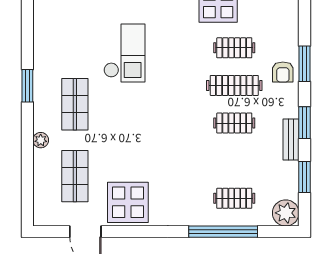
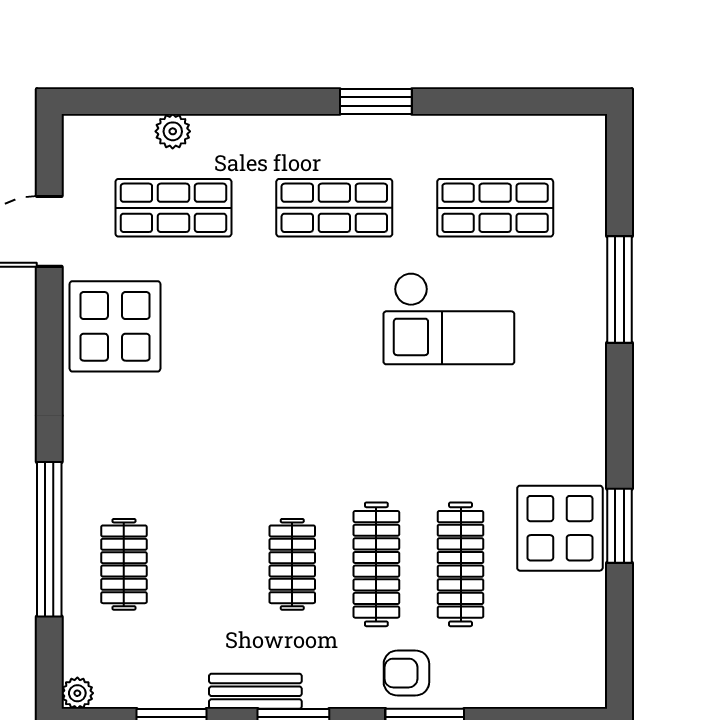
shop shelf: (75, 32) -> (495, 208), added
clothes rail: (234, 48) -> (461, 564), width x1.36
plant: (41, 140) -> (173, 131), moved
plant: (286, 213) -> (77, 693), width x0.53, depth x0.53

